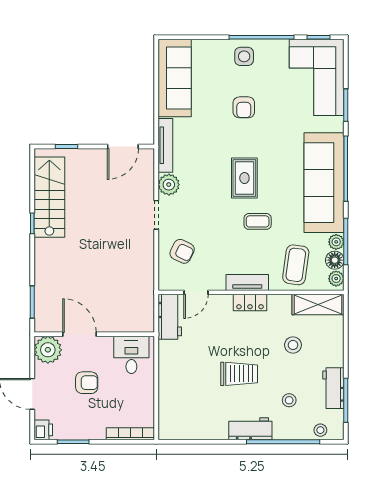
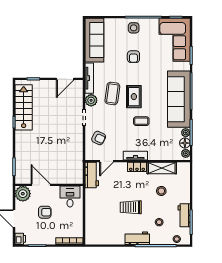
coffee table: (296, 265) -> (112, 93), moved
shelving: (318, 305) -> (162, 168), moved
trolley: (239, 374) -> (131, 207), turned 180

